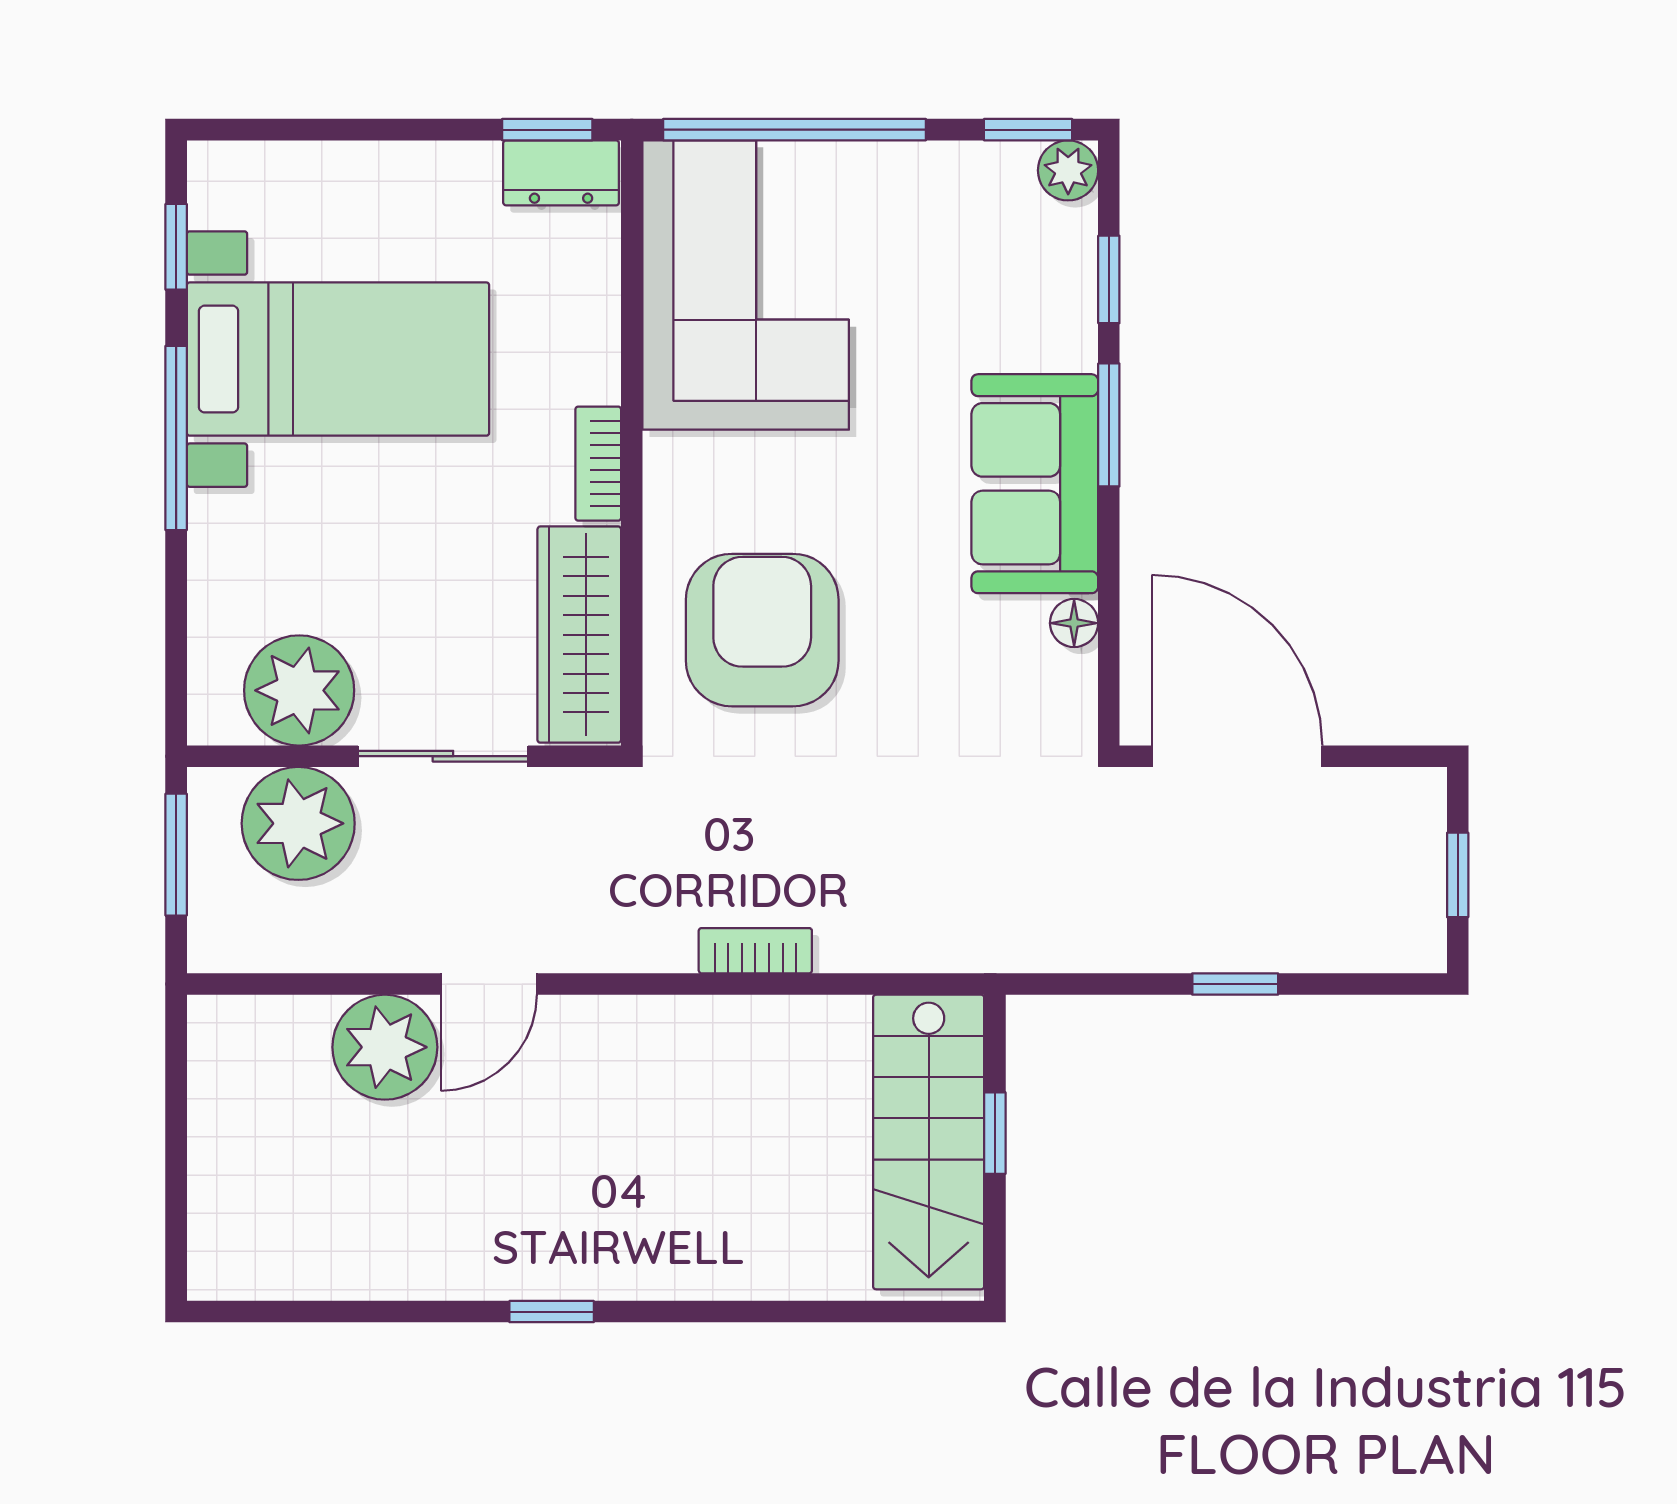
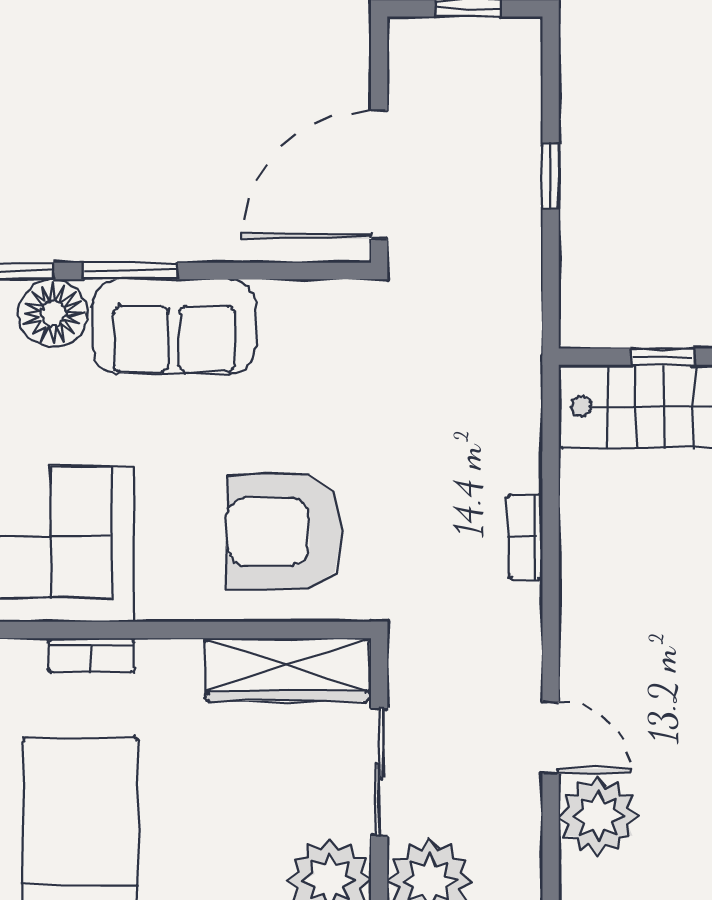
bookcase: (598, 464) -> (91, 655), moved
floor lamp: (1074, 623) -> (53, 313), moved, width x1.89, depth x1.89

